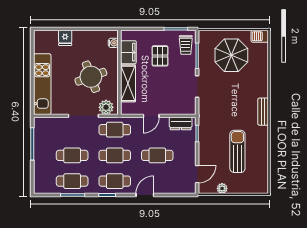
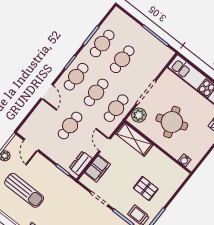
filing cabinet: (128, 52) -> (97, 168), moved, turned -90
shelving: (128, 83) -> (134, 139), moved

